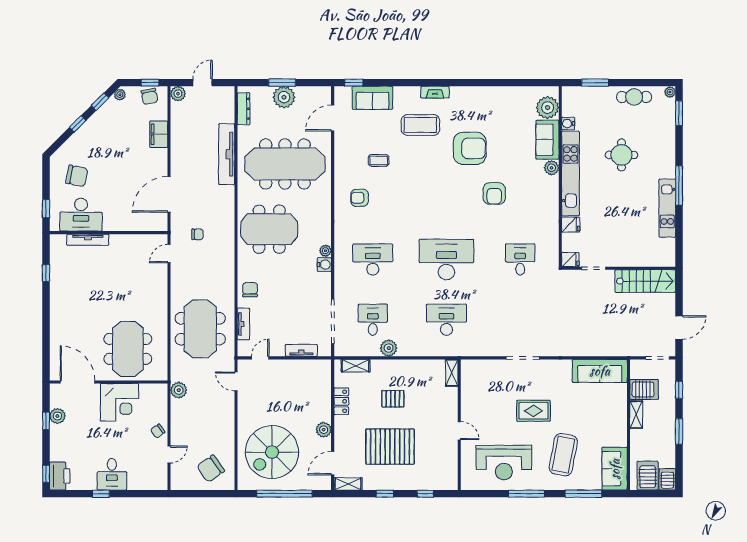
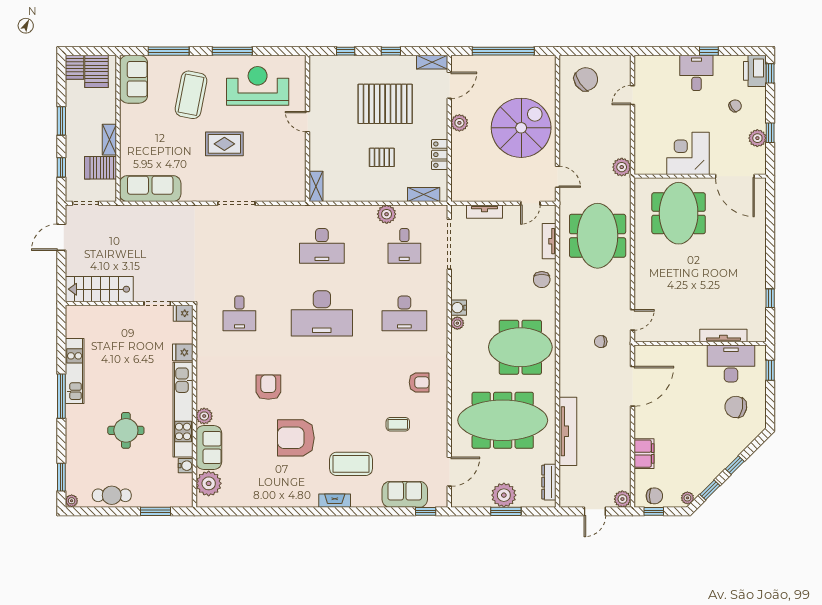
chair: (149, 96) -> (654, 496), turned 101
chair: (158, 431) -> (735, 106), moved
spiral stairs: (272, 452) -> (521, 128), moved

